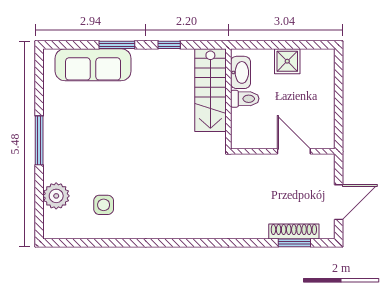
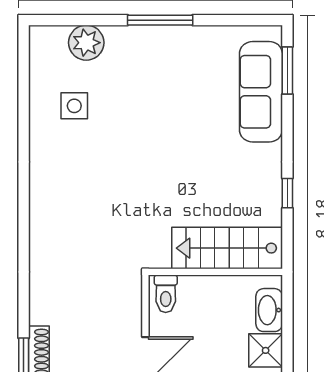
window: (117, 45) -> (287, 70), moved
washbasin: (240, 72) -> (269, 310), moved, turned 90
toilet: (245, 99) -> (166, 294), moved

